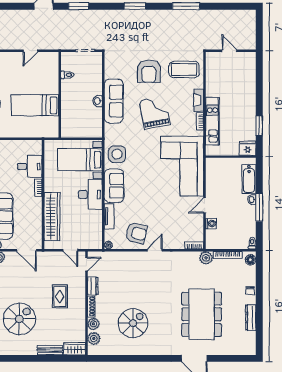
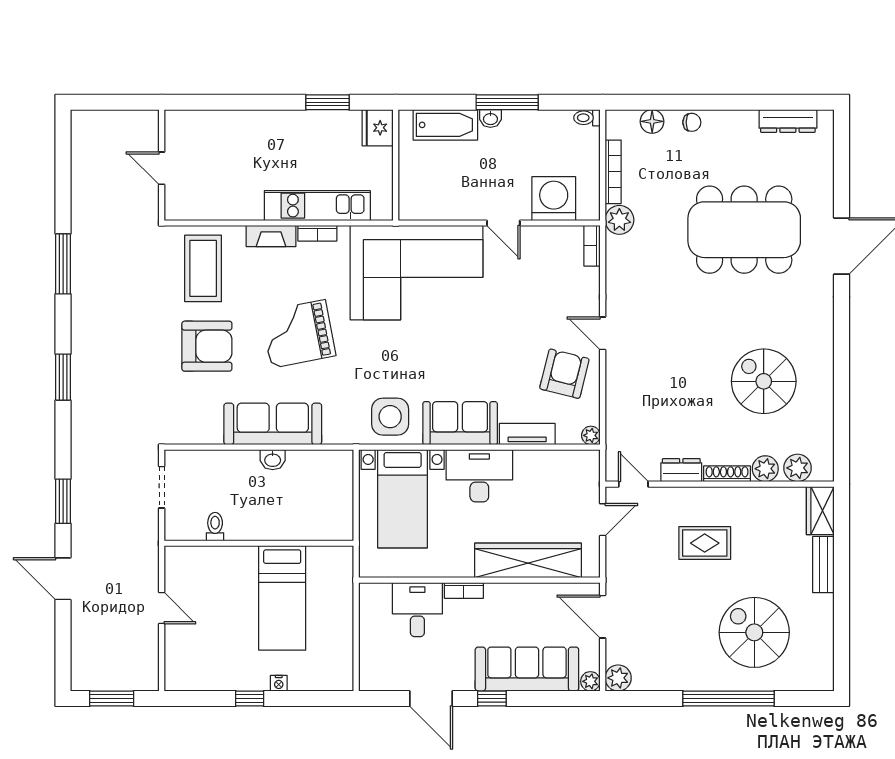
door: (229, 51) -> (162, 168), hinge flipped
washing machine: (211, 223) -> (554, 199), width x1.89, depth x1.89
door: (27, 250) -> (603, 617), swing flipped
floor lamp: (251, 260) -> (652, 121), moved
dresser: (251, 318) -> (788, 121), moved

